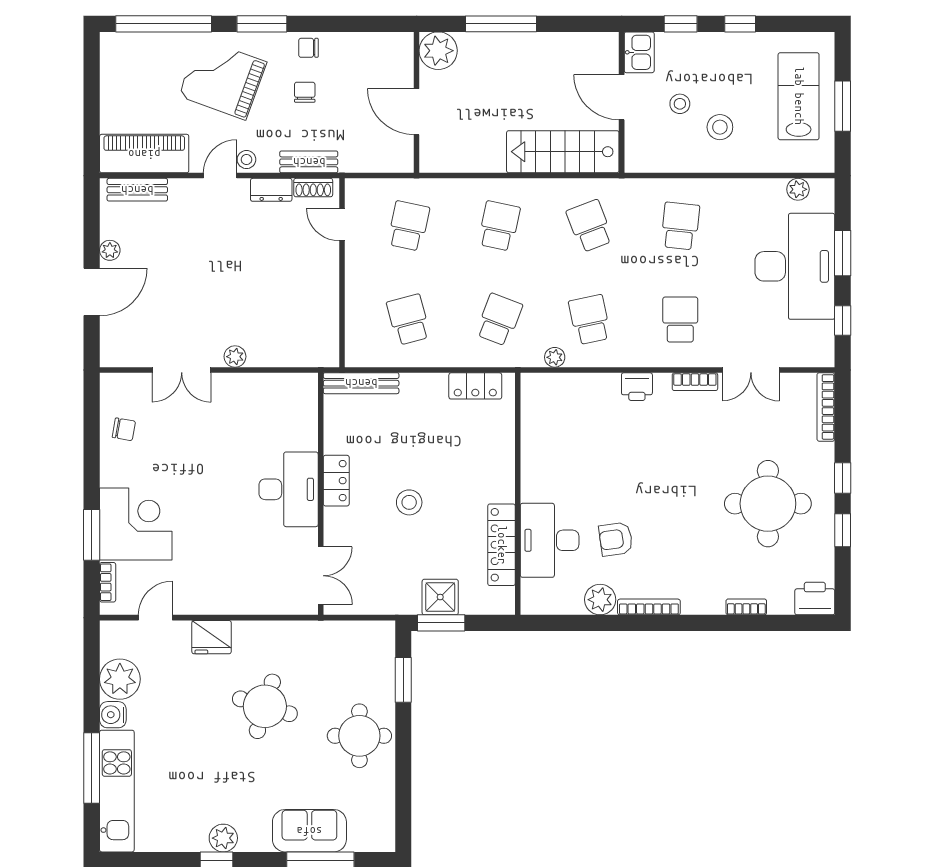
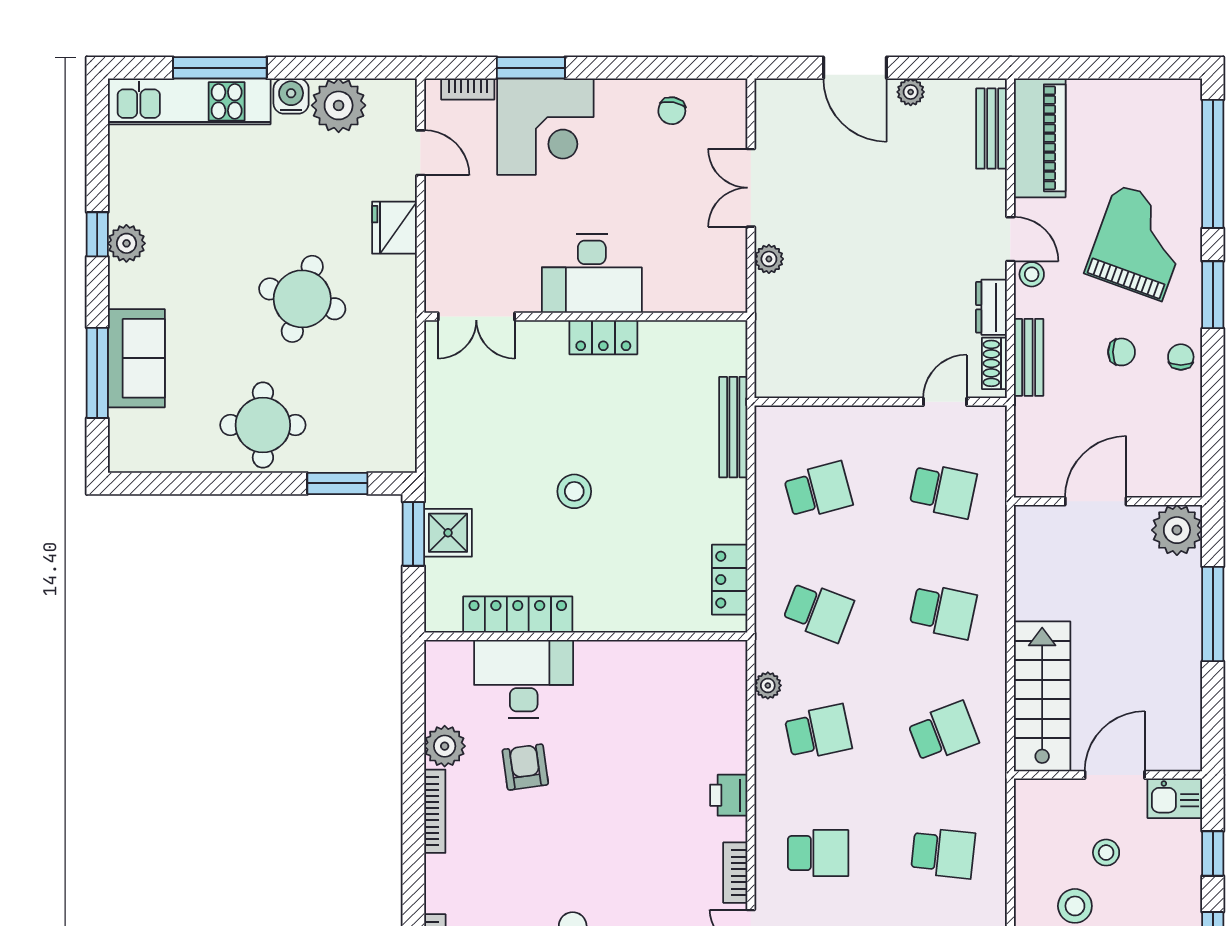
locker: (336, 481) -> (603, 337), moved
desk: (289, 489) -> (592, 274), moved
wall: (321, 494) -> (586, 316), moved
double door: (321, 576) -> (476, 316), moved

